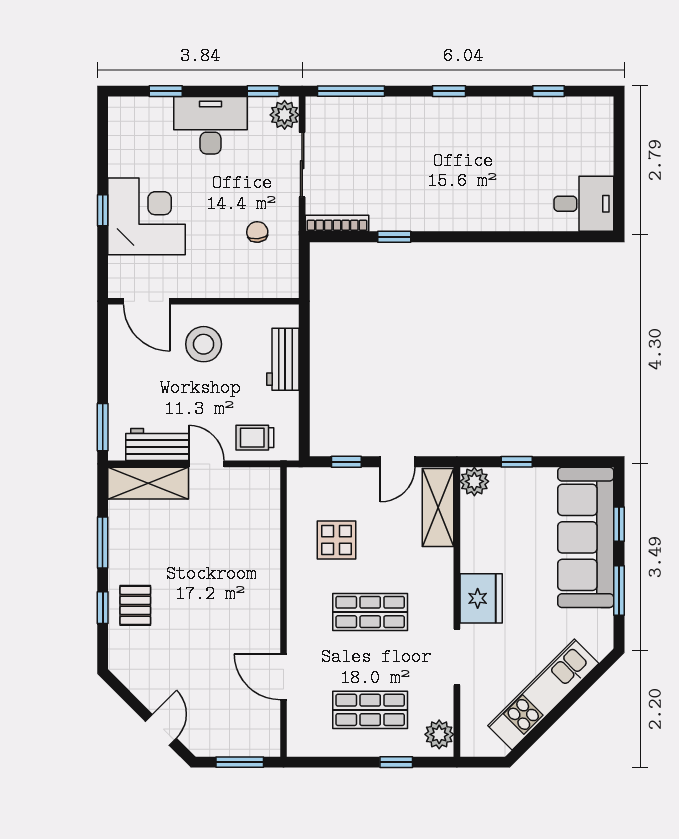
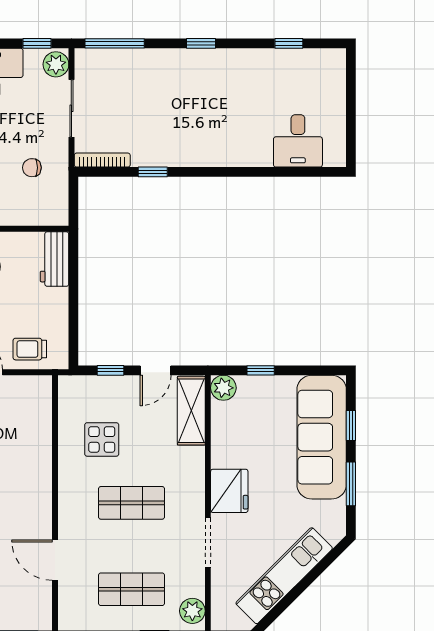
desk: (584, 204) -> (298, 141), moved, turned 90
chair: (257, 232) -> (32, 168), turned -84
workbench: (283, 359) -> (55, 259), moved

